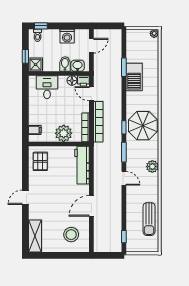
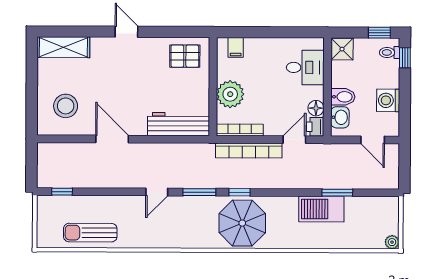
window: (25, 56) -> (379, 33), moved
plant: (152, 167) -> (176, 238), removed

